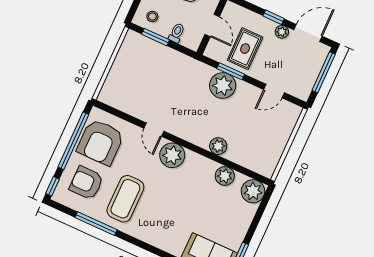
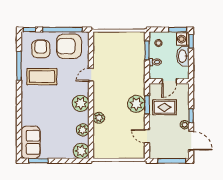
plant: (172, 155) -> (81, 103), moved

